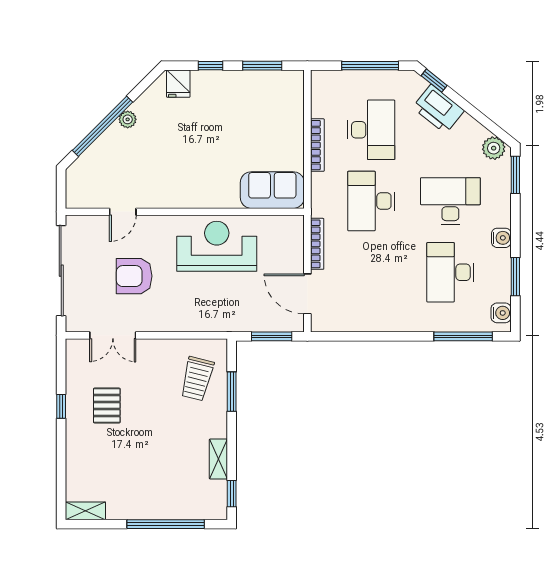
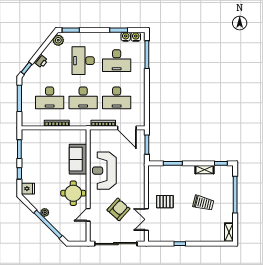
printer: (438, 109) -> (41, 61), width x0.53, depth x0.68
desk: (371, 130) -> (50, 98), turned 180
round table: (169, 180) -> (73, 193), added
sofa: (272, 190) -> (78, 159), moved
door: (123, 212) -> (88, 215), swing flipped
water cooler: (501, 238) -> (126, 37), moved
desk: (371, 272) -> (117, 98), added
armchair: (134, 276) -> (118, 209), turned -138
door: (307, 294) -> (127, 128), hinge flipped
double door: (113, 335) -> (146, 219), swing flipped
trolley: (197, 379) -> (203, 203), moved
pallet: (107, 406) -> (165, 202), moved

